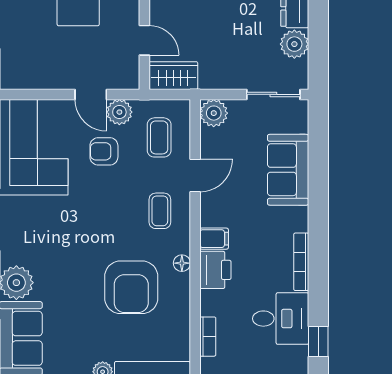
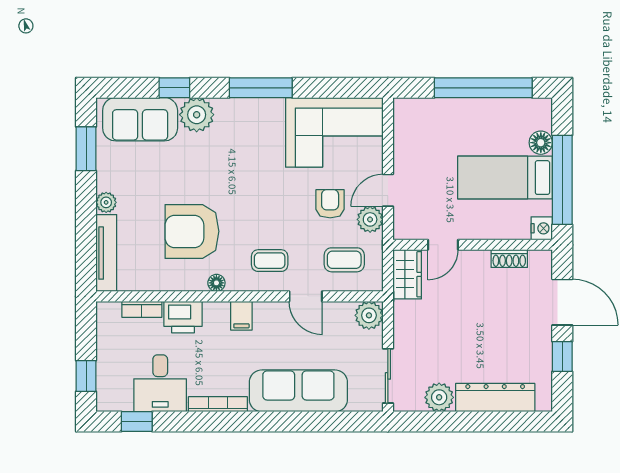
sofa: (288, 170) -> (298, 391), width x1.36
printer: (215, 270) -> (183, 317), moved

